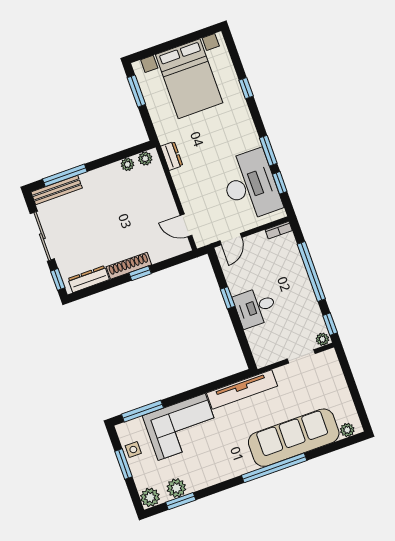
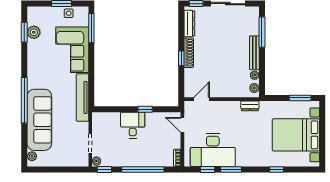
bench: (57, 190) -> (254, 53), moved
plant: (150, 497) -> (34, 13), removed

